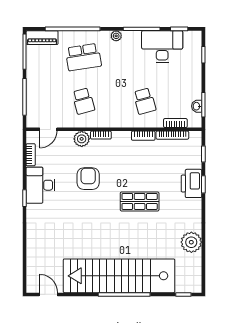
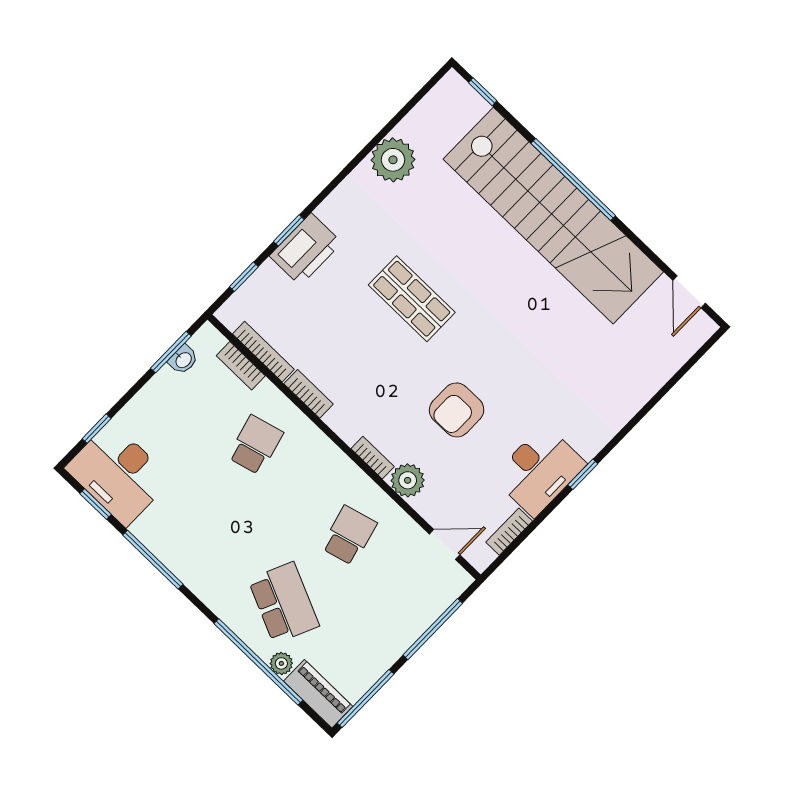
plant: (116, 36) -> (281, 663), moved
desk: (162, 47) -> (118, 474), moved
school desk: (83, 57) -> (284, 603), turned 33

